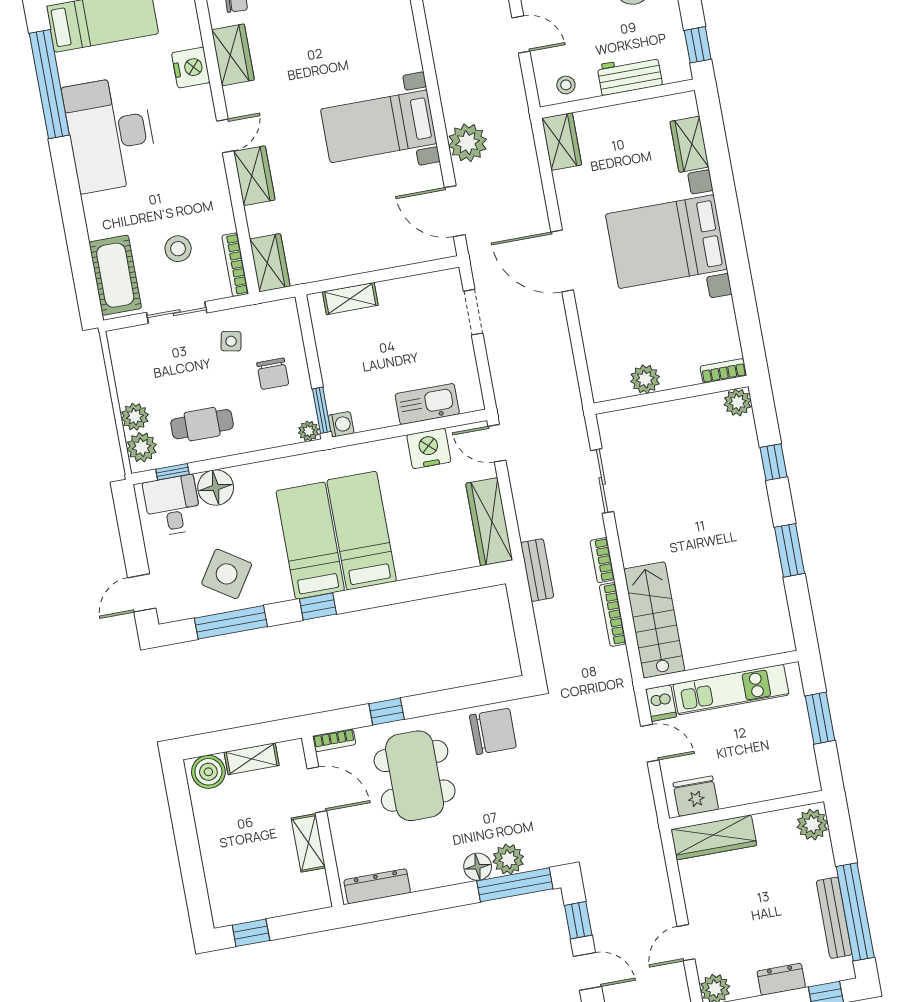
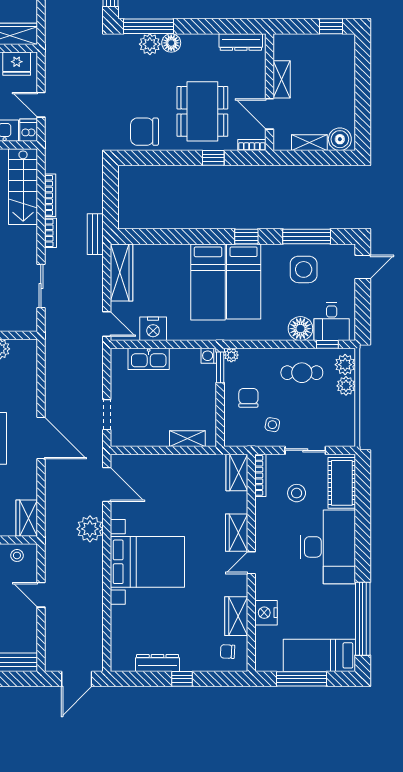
bed with nightstands: (379, 126) -> (147, 562), width x1.36
desk: (111, 134) -> (328, 547), moved
side table: (227, 574) -> (304, 269), turned -33

